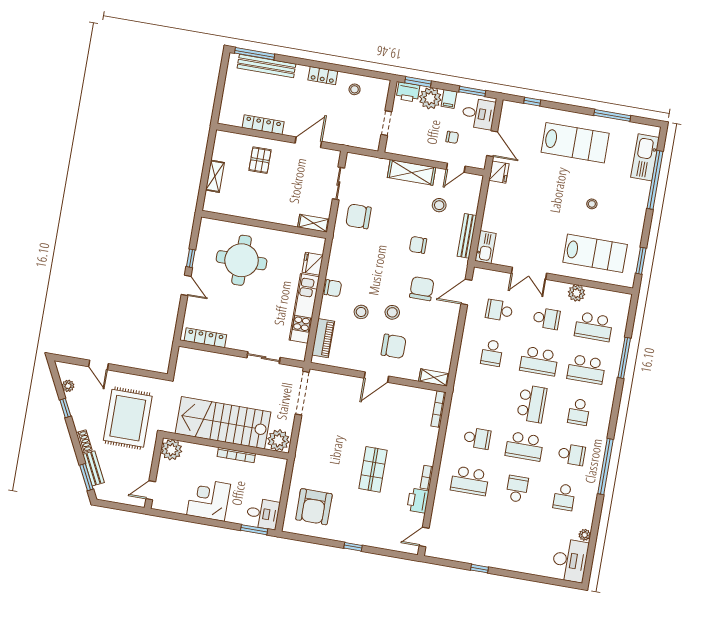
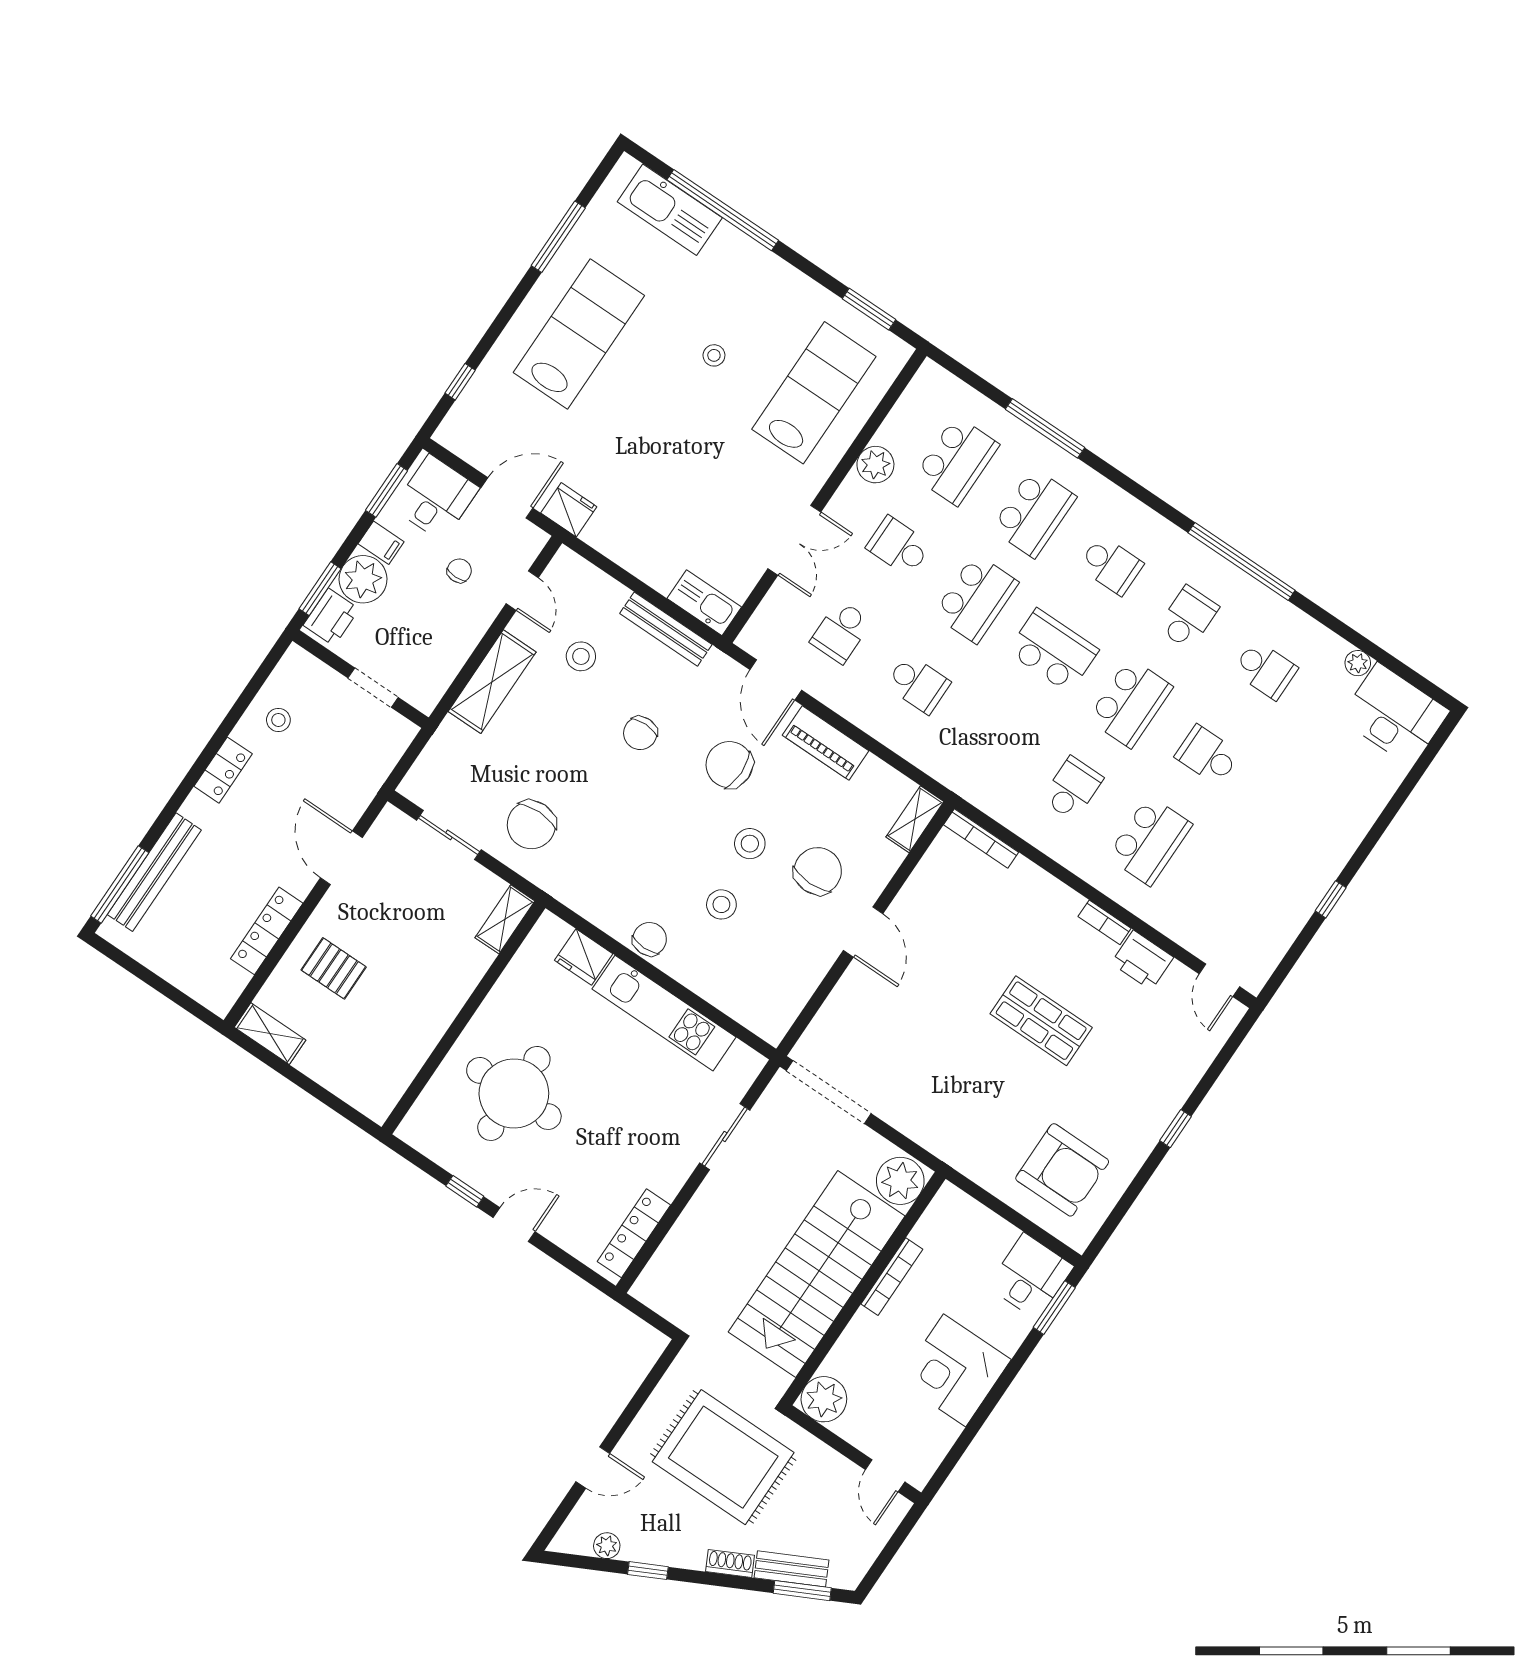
shelving: (215, 176) -> (270, 1034), moved
school desk: (546, 319) -> (899, 546), turned -90
piano: (323, 338) -> (826, 743), moved, turned 180

